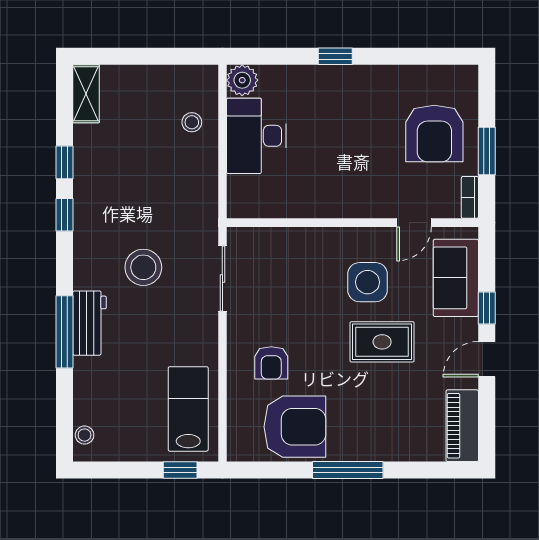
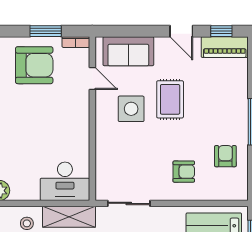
desk: (256, 136) -> (65, 181), moved
shelving: (202, 187) -> (69, 217), added
window: (487, 308) -> (221, 31), moved
armchair: (295, 427) -> (225, 156), width x0.53, depth x0.53

